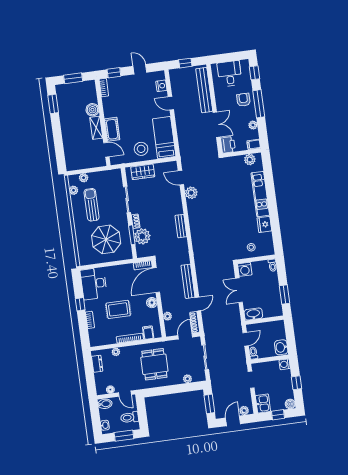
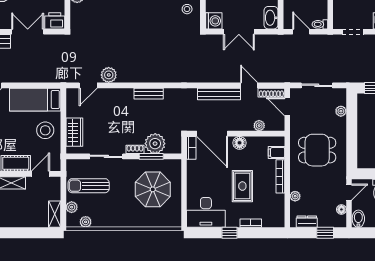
shelving: (76, 165) -> (55, 214), added
sun lounger: (92, 205) -> (89, 186), moved
window: (90, 379) -> (325, 233), added

